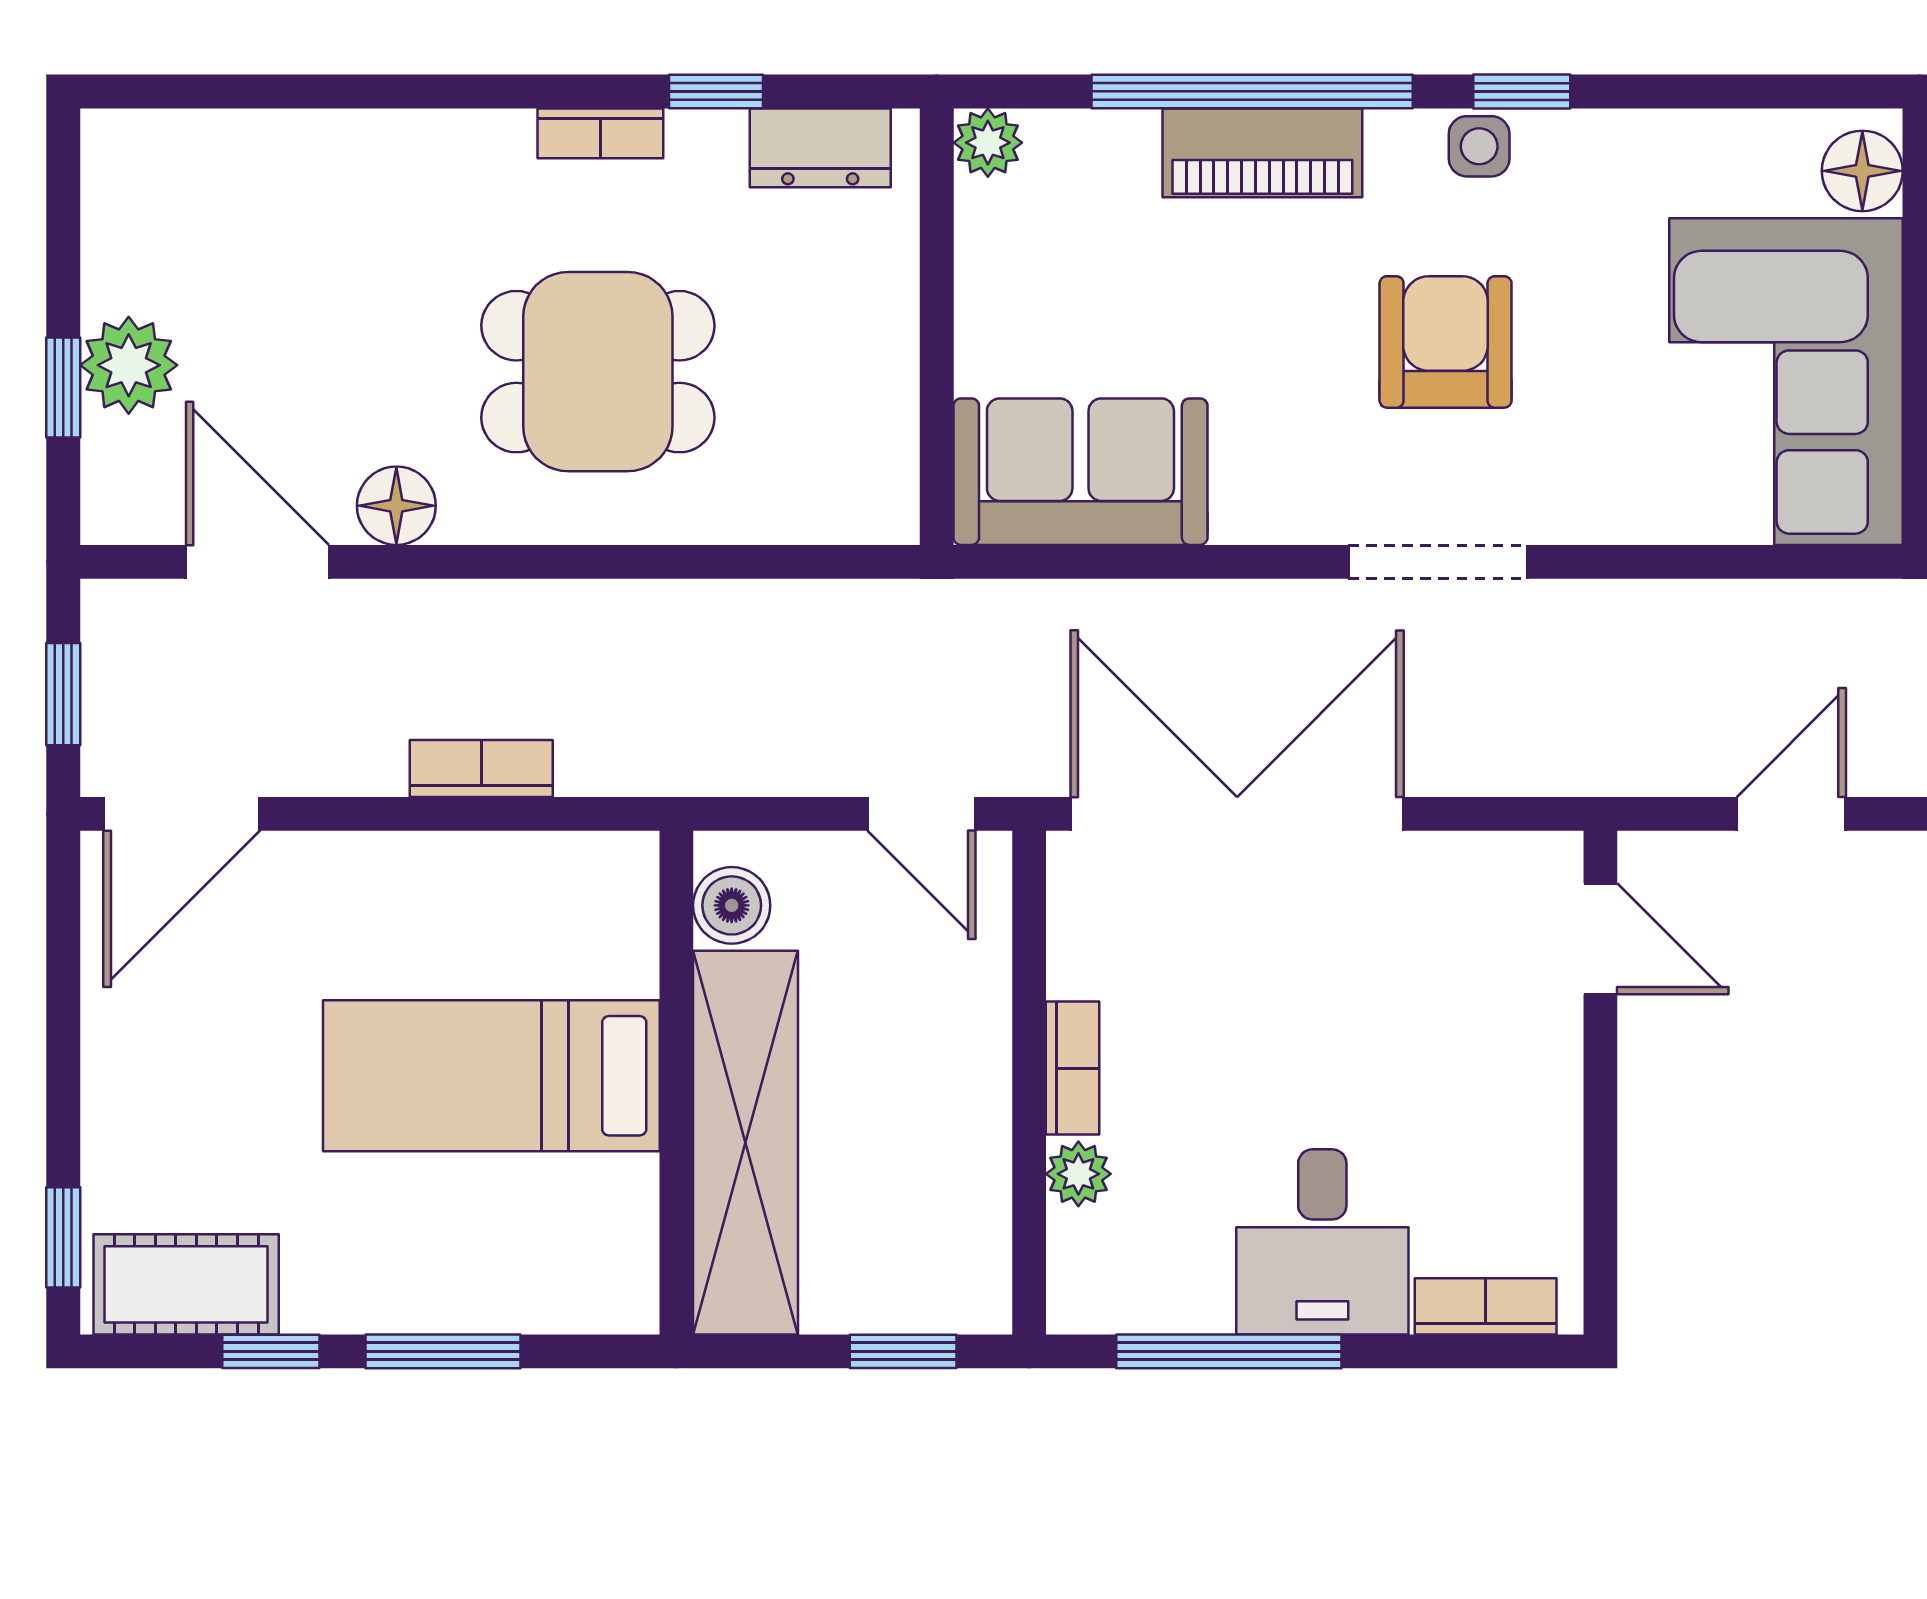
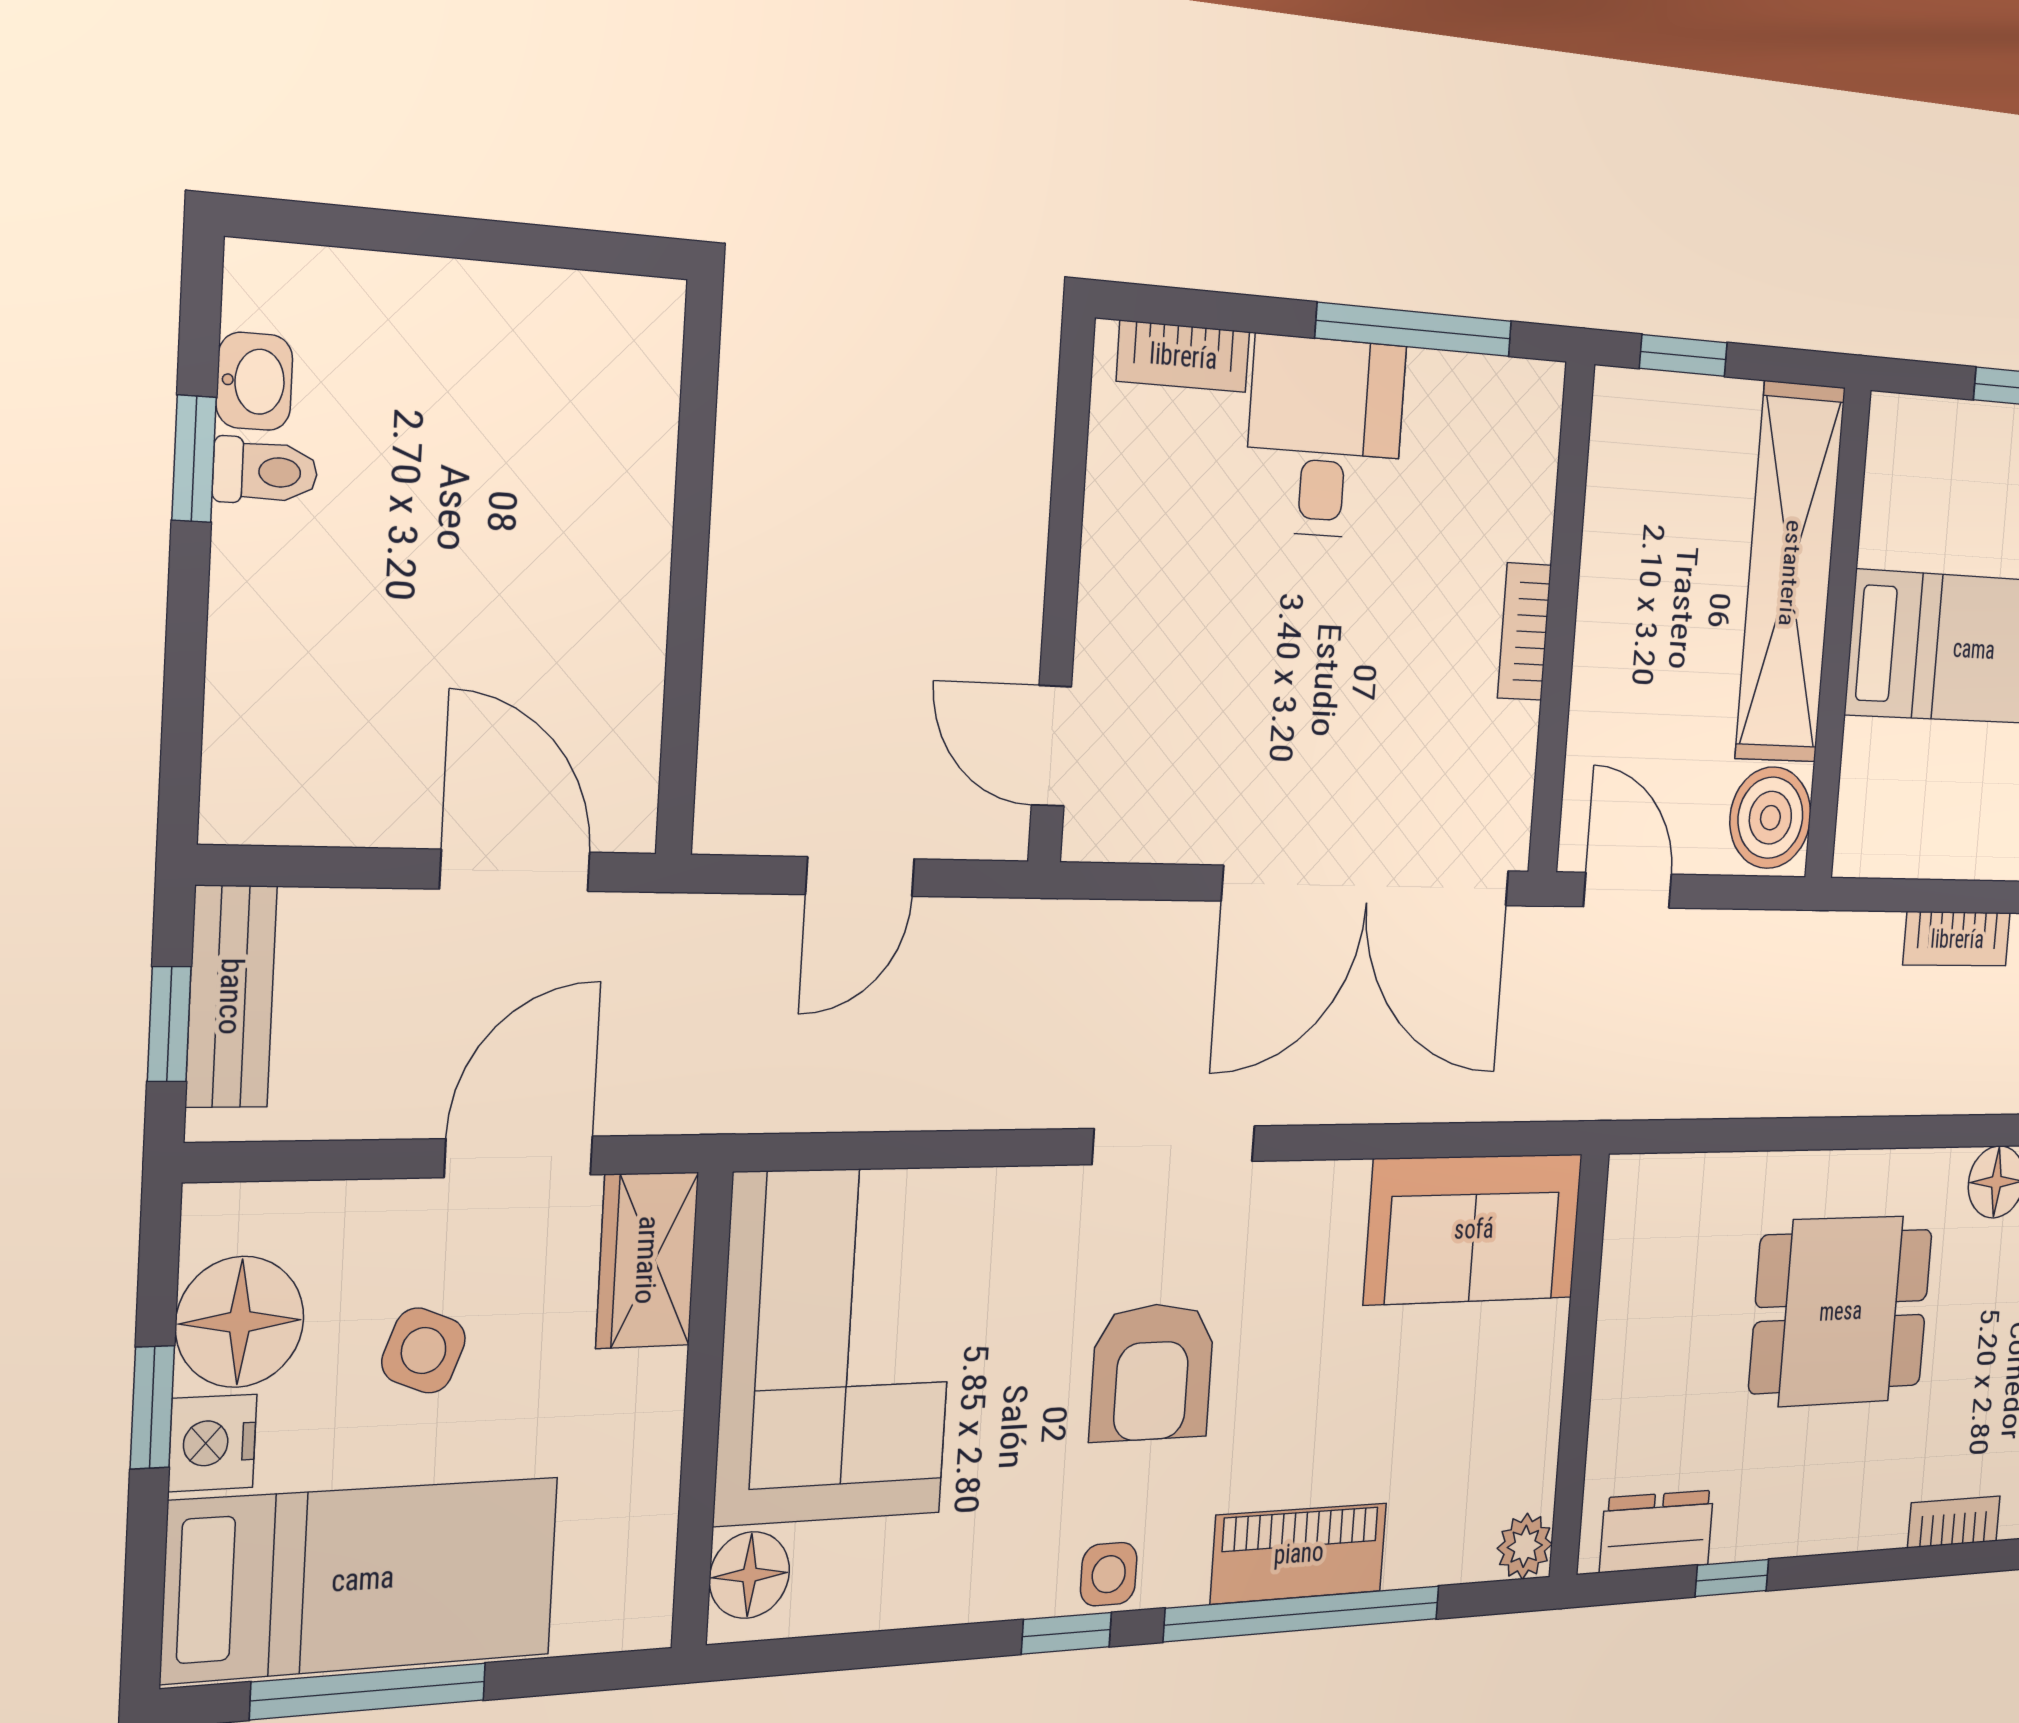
bookcase: (600, 133) -> (1954, 1522), moved
boiler: (732, 905) -> (1770, 818), width x1.36, depth x1.36
plant: (1078, 1174) -> (1528, 524), removed

